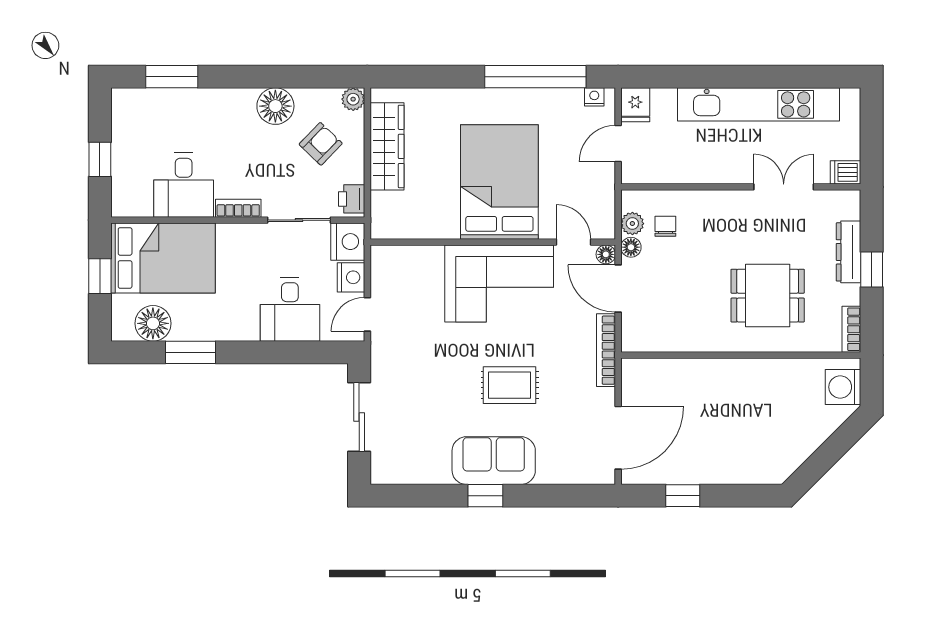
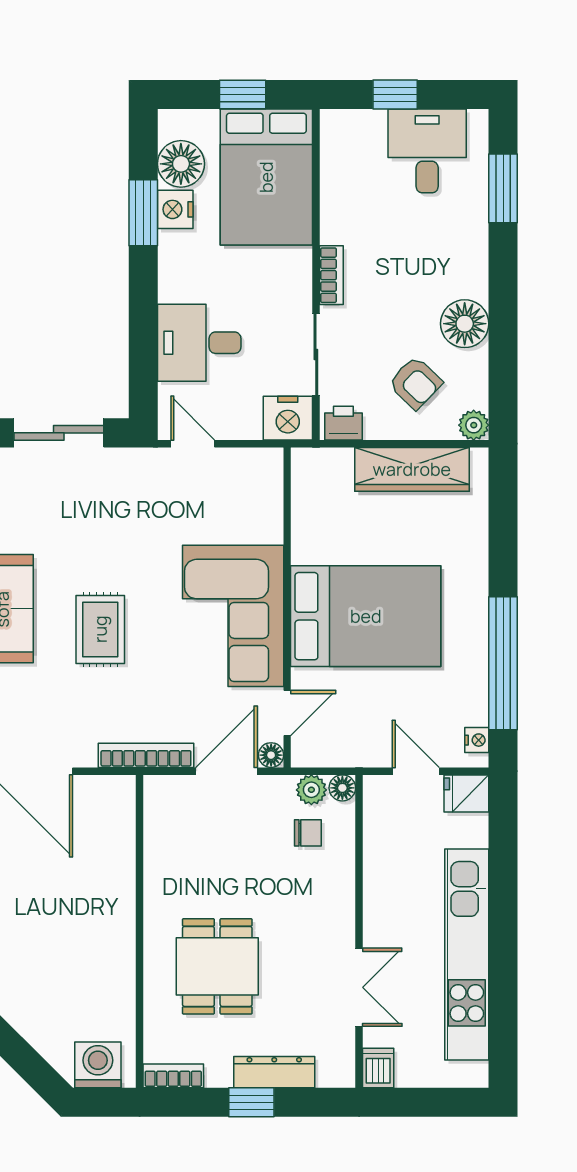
desk: (184, 185) -> (427, 151), moved, turned 90
floor lamp: (631, 247) -> (342, 788), moved
nightstand: (351, 277) -> (175, 209), moved, turned 90

